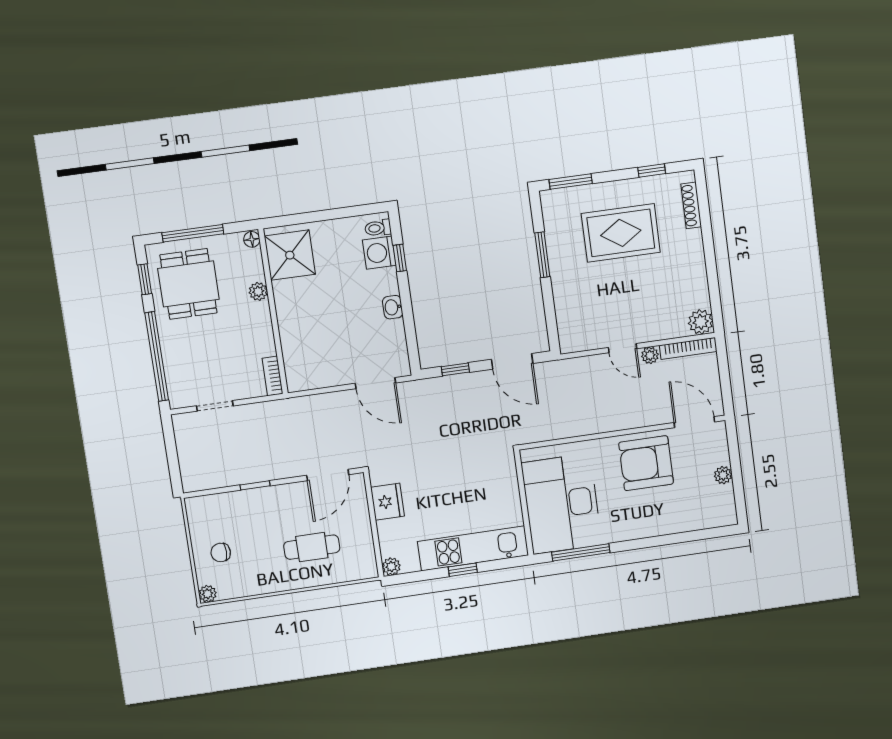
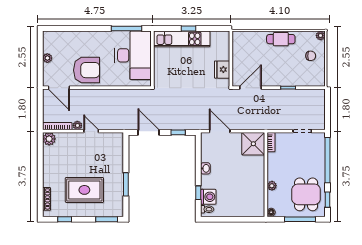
shower: (290, 255) -> (253, 144), moved
cafe table: (312, 547) -> (281, 39), moved
plant: (391, 566) -> (225, 36), removed

